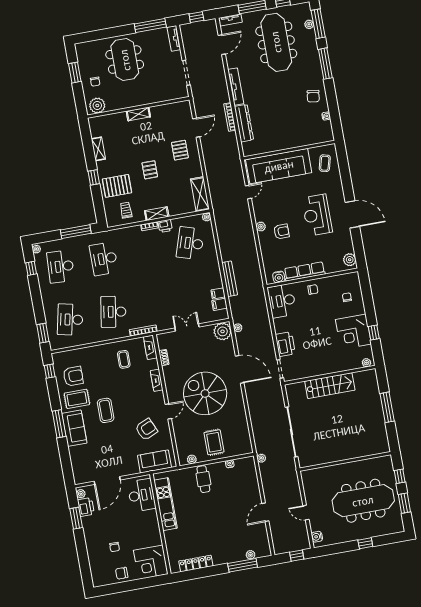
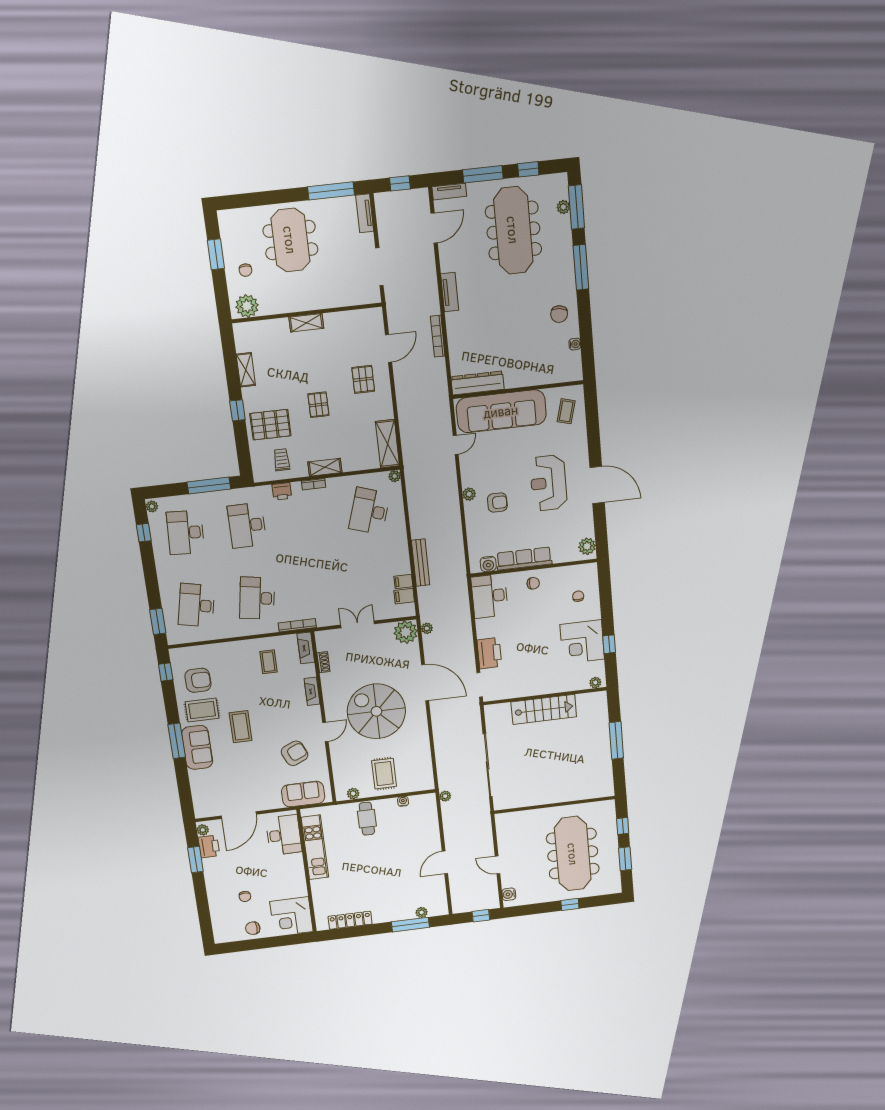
tv unit: (236, 87) -> (450, 292), width x0.71
dresser: (244, 123) -> (477, 383), moved, turned -90
printer: (165, 226) -> (282, 491), moved
meeting table: (363, 501) -> (573, 854), turned 90

